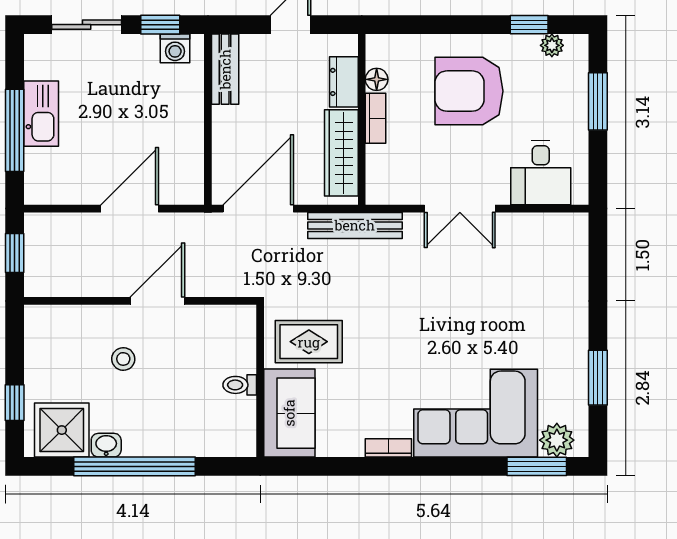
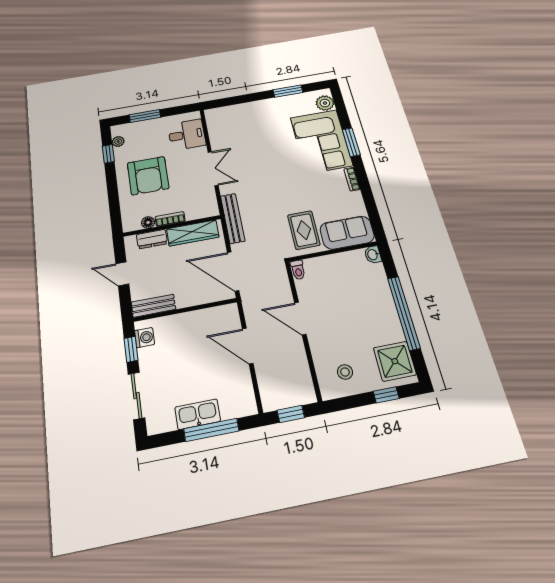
stool: (123, 359) -> (345, 372), moved
toilet: (240, 385) -> (298, 270), moved
washbasin: (106, 445) -> (373, 255), moved
window: (537, 466) -> (351, 142), moved

